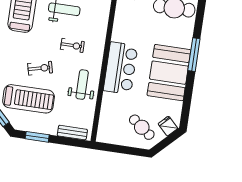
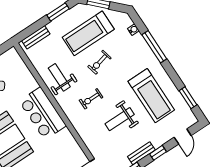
weight bench: (82, 85) -> (59, 77), turned 180

